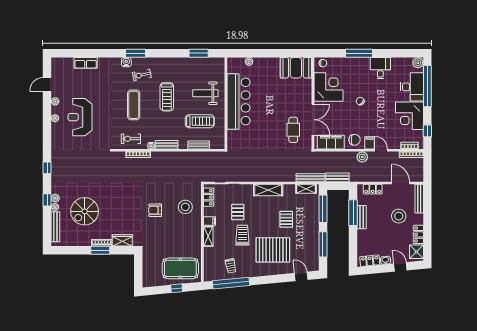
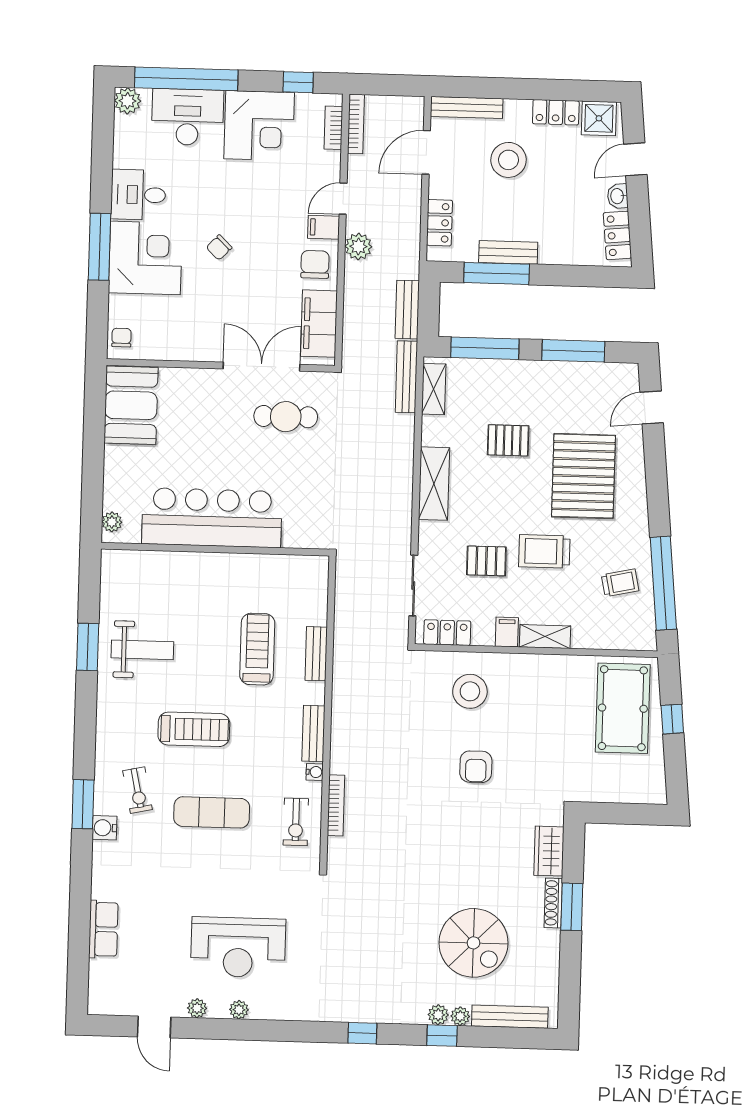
corner desk: (329, 87) -> (145, 258), moved, turned 90
weight bench: (205, 93) -> (142, 650), moved, turned -90
bar counter: (239, 101) -> (212, 518), moved
wall: (226, 103) -> (215, 549), moved

